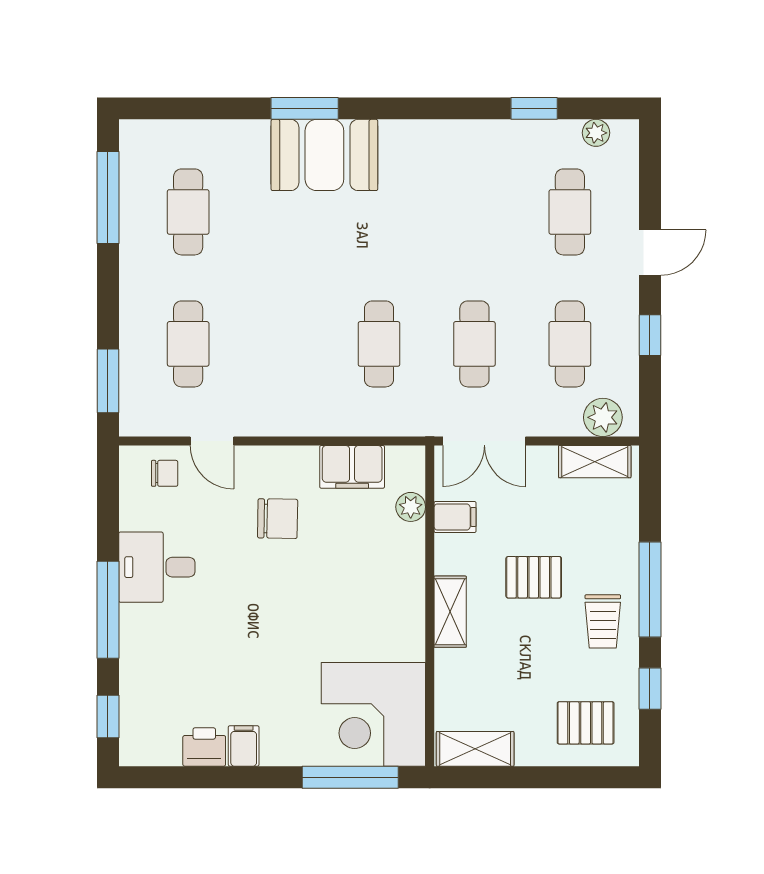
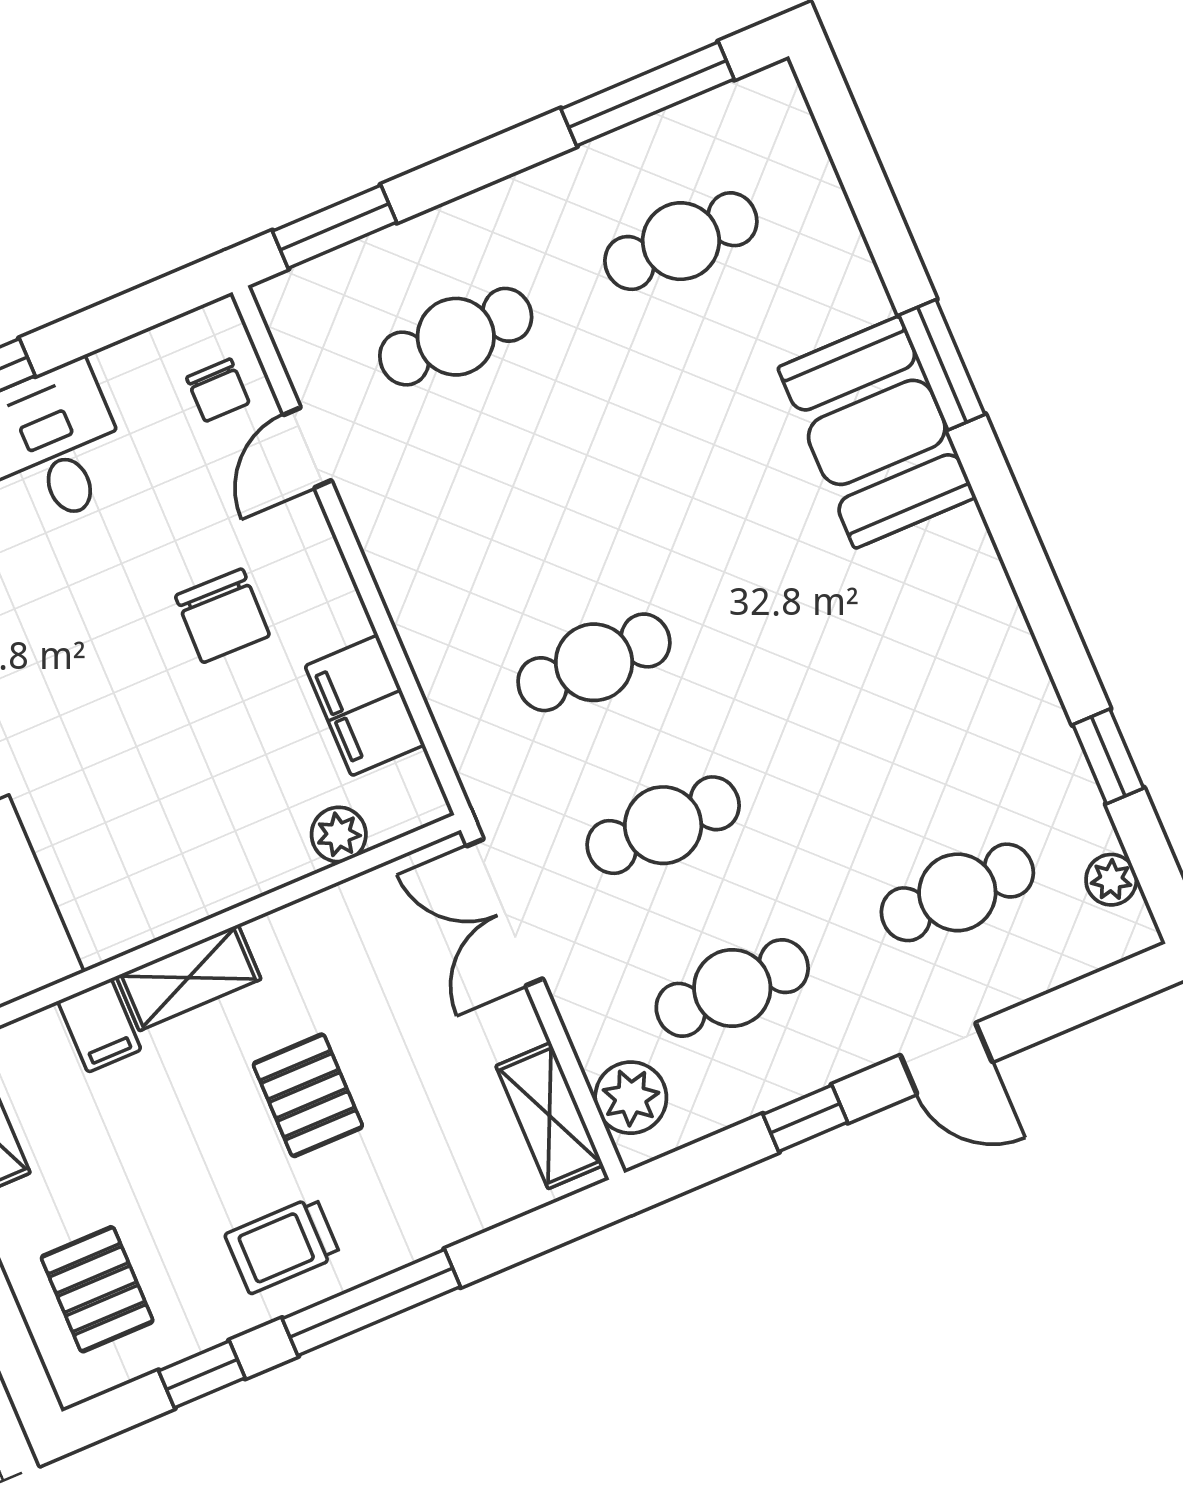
filing cabinet: (455, 517) -> (99, 1025), moved

